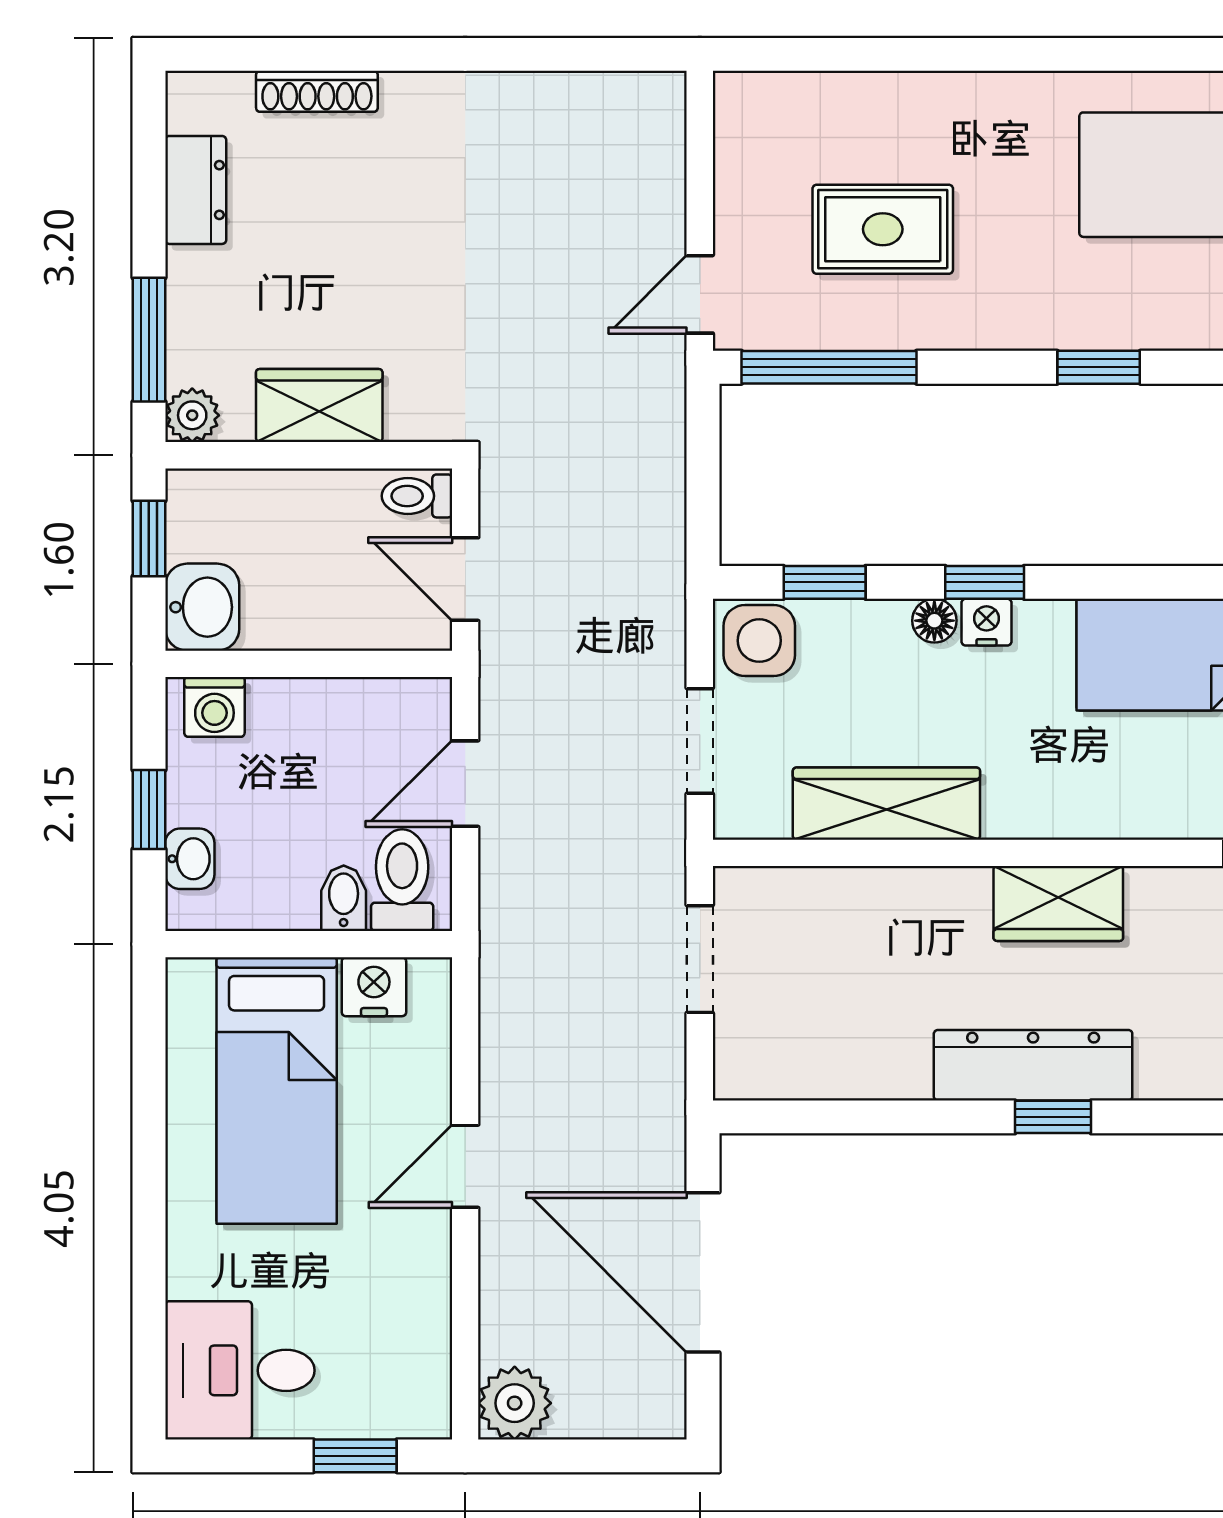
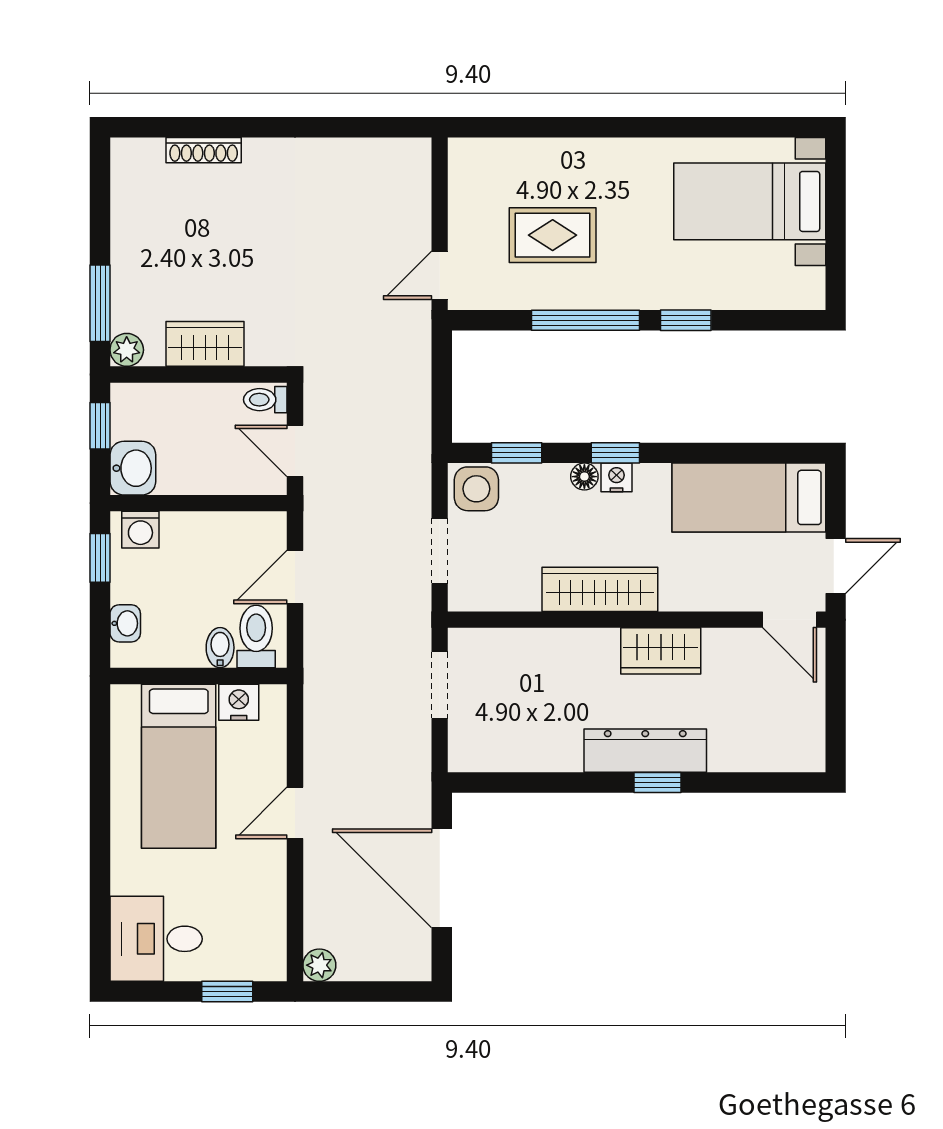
dresser: (196, 190) -> (129, 211), removed
window: (829, 367) -> (586, 320), moved
wardrobe: (886, 804) -> (600, 589), moved
window: (149, 810) -> (100, 558), moved
plant: (515, 1403) -> (319, 965), width x0.73, depth x0.73

